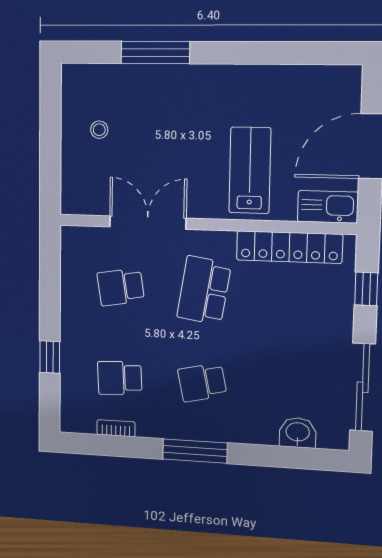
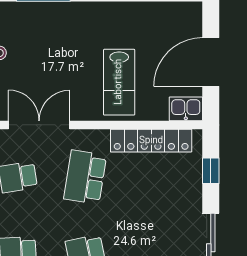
lab bench: (250, 170) -> (119, 82), turned 180
kitchen sink: (328, 207) -> (186, 109), width x0.73

